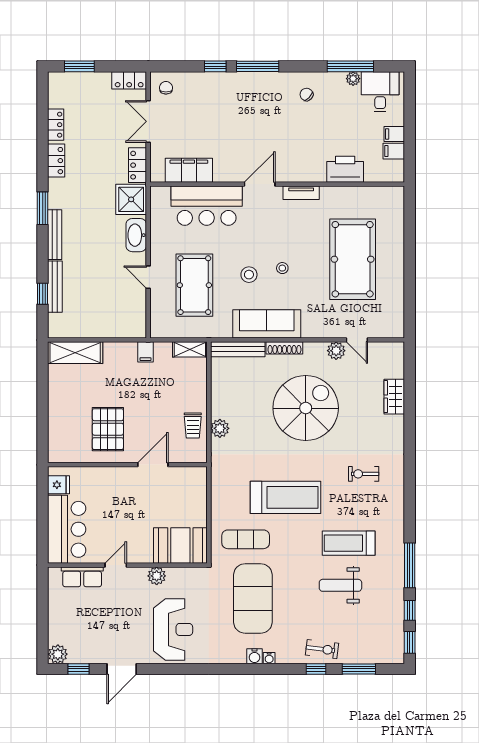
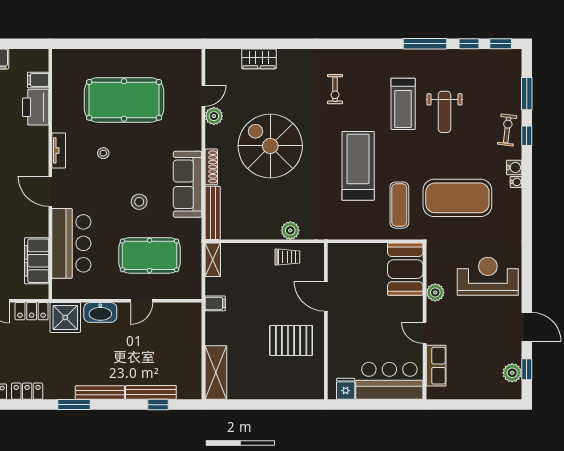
filing cabinet: (394, 151) -> (38, 80), moved, turned 90
stool: (282, 268) -> (103, 153), moved
plant: (58, 654) -> (512, 373), moved
water cooler: (254, 656) -> (514, 167), moved

